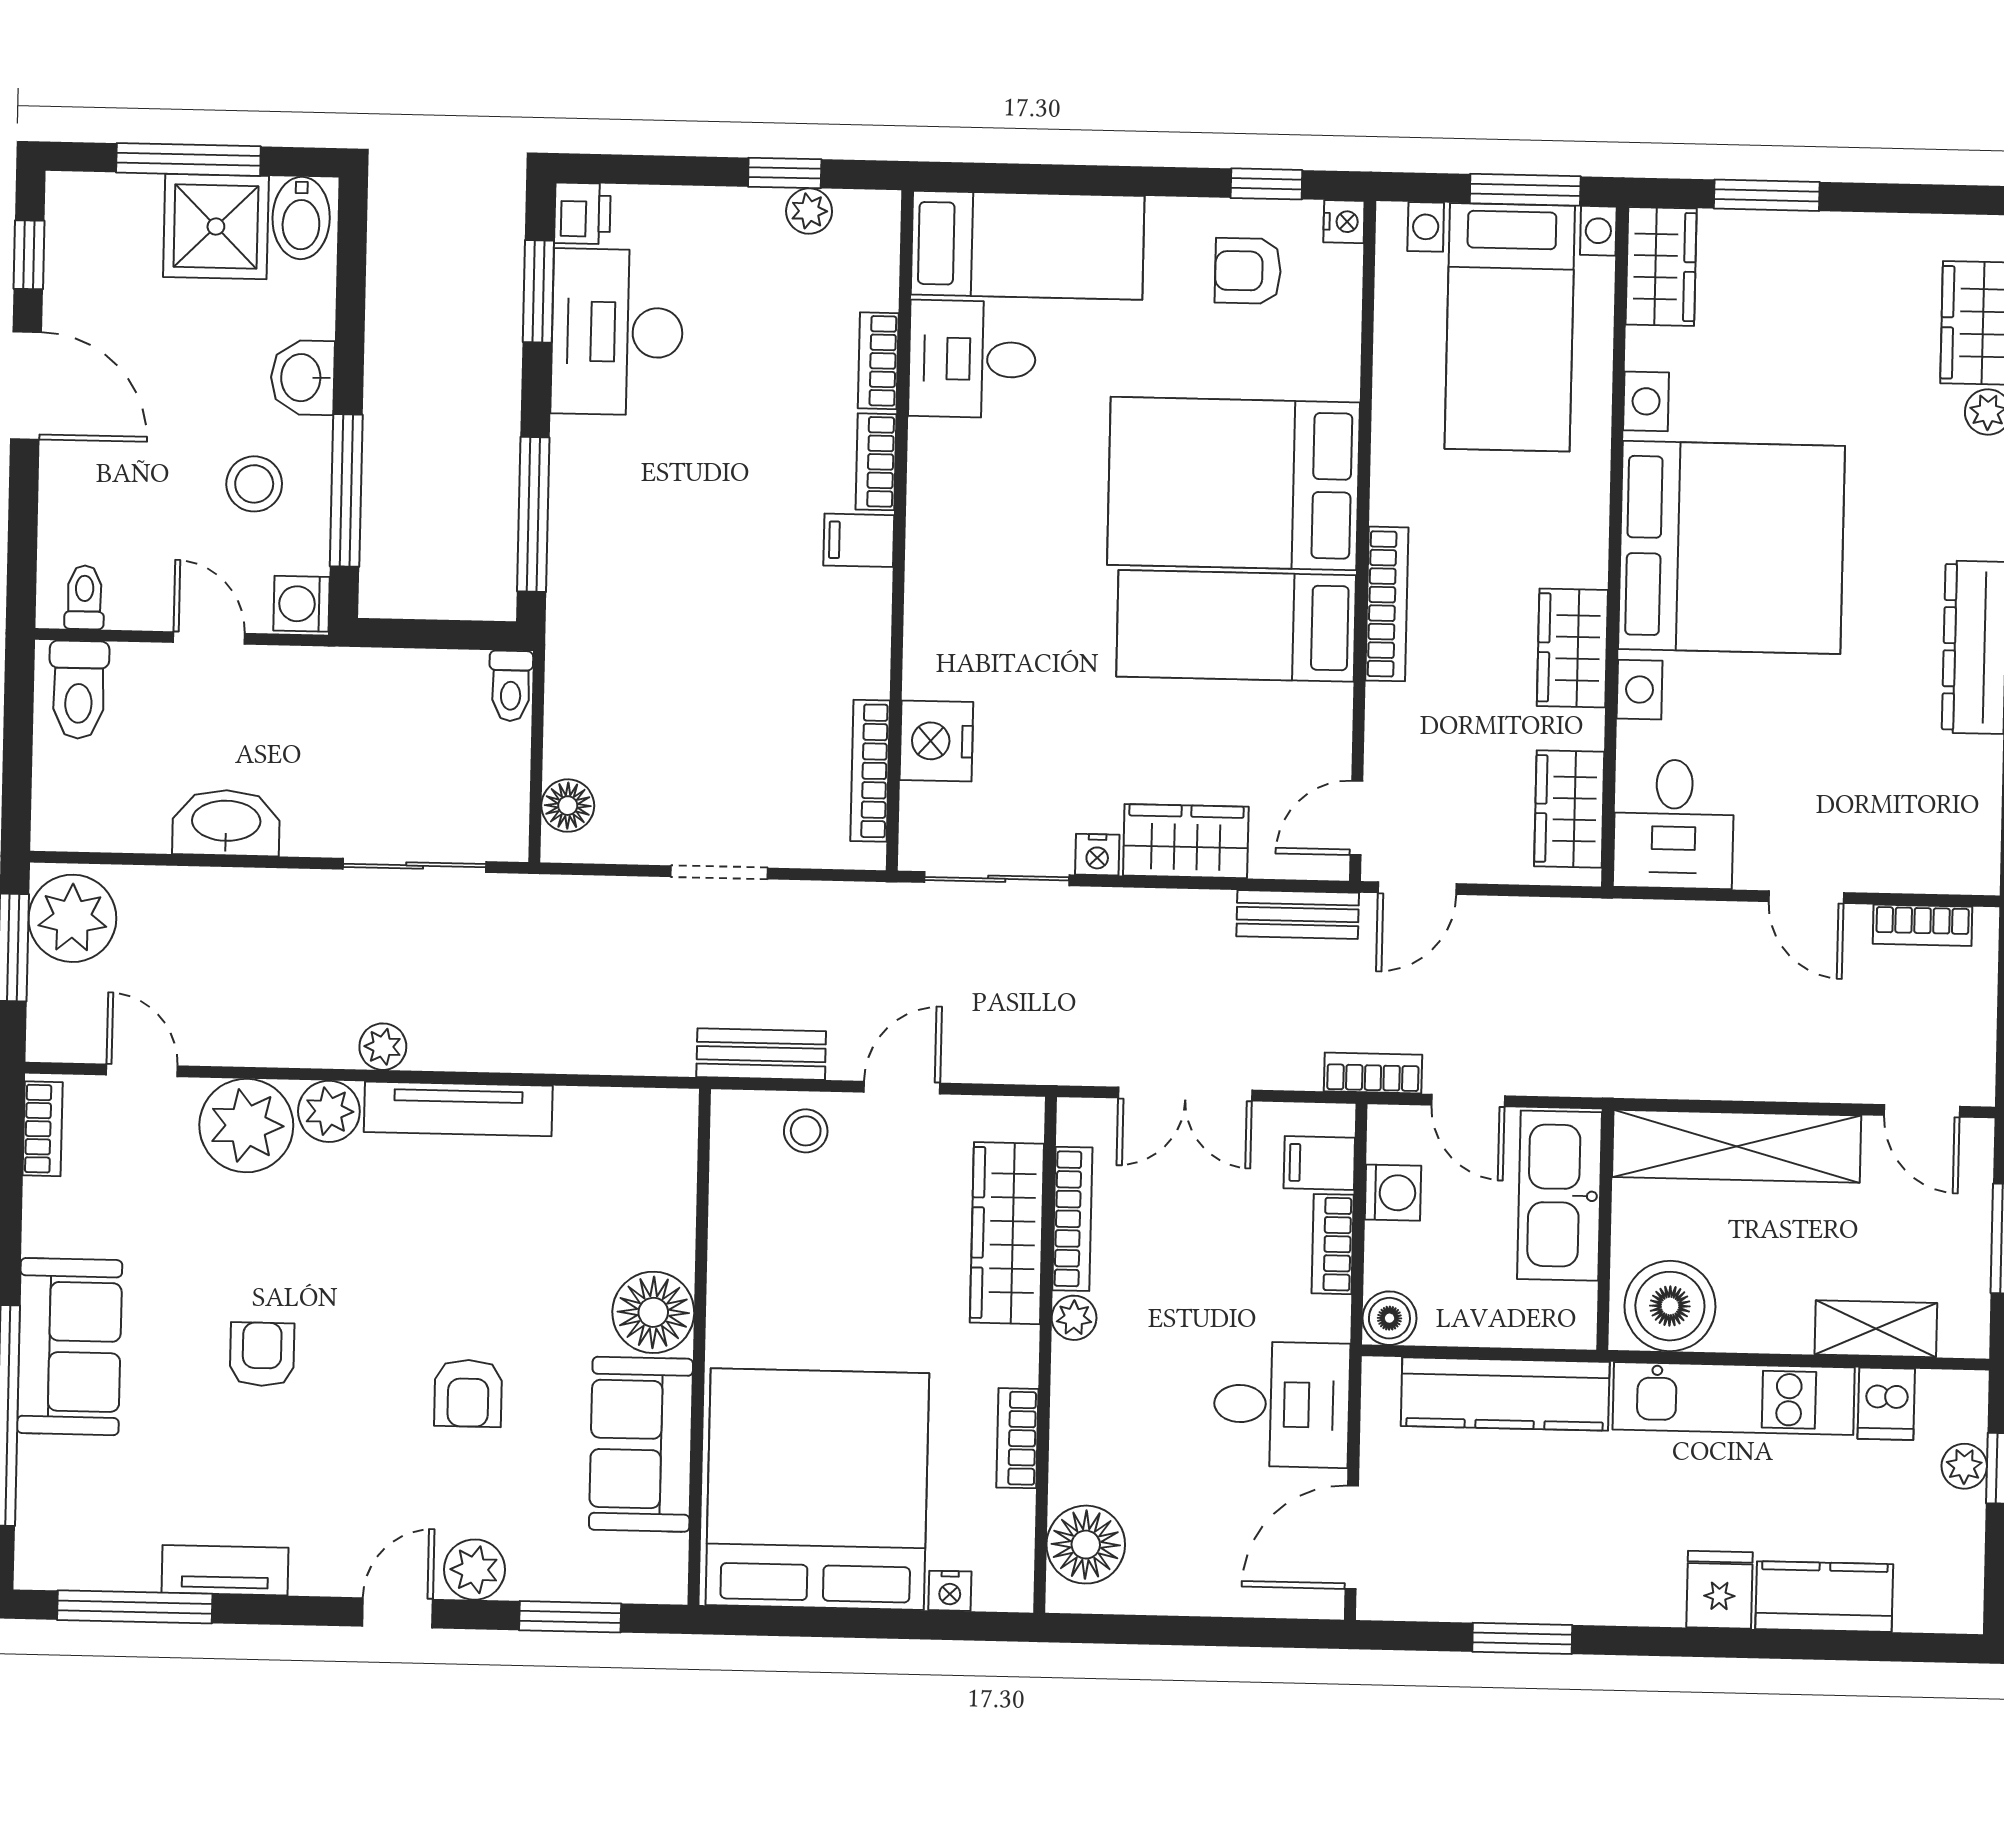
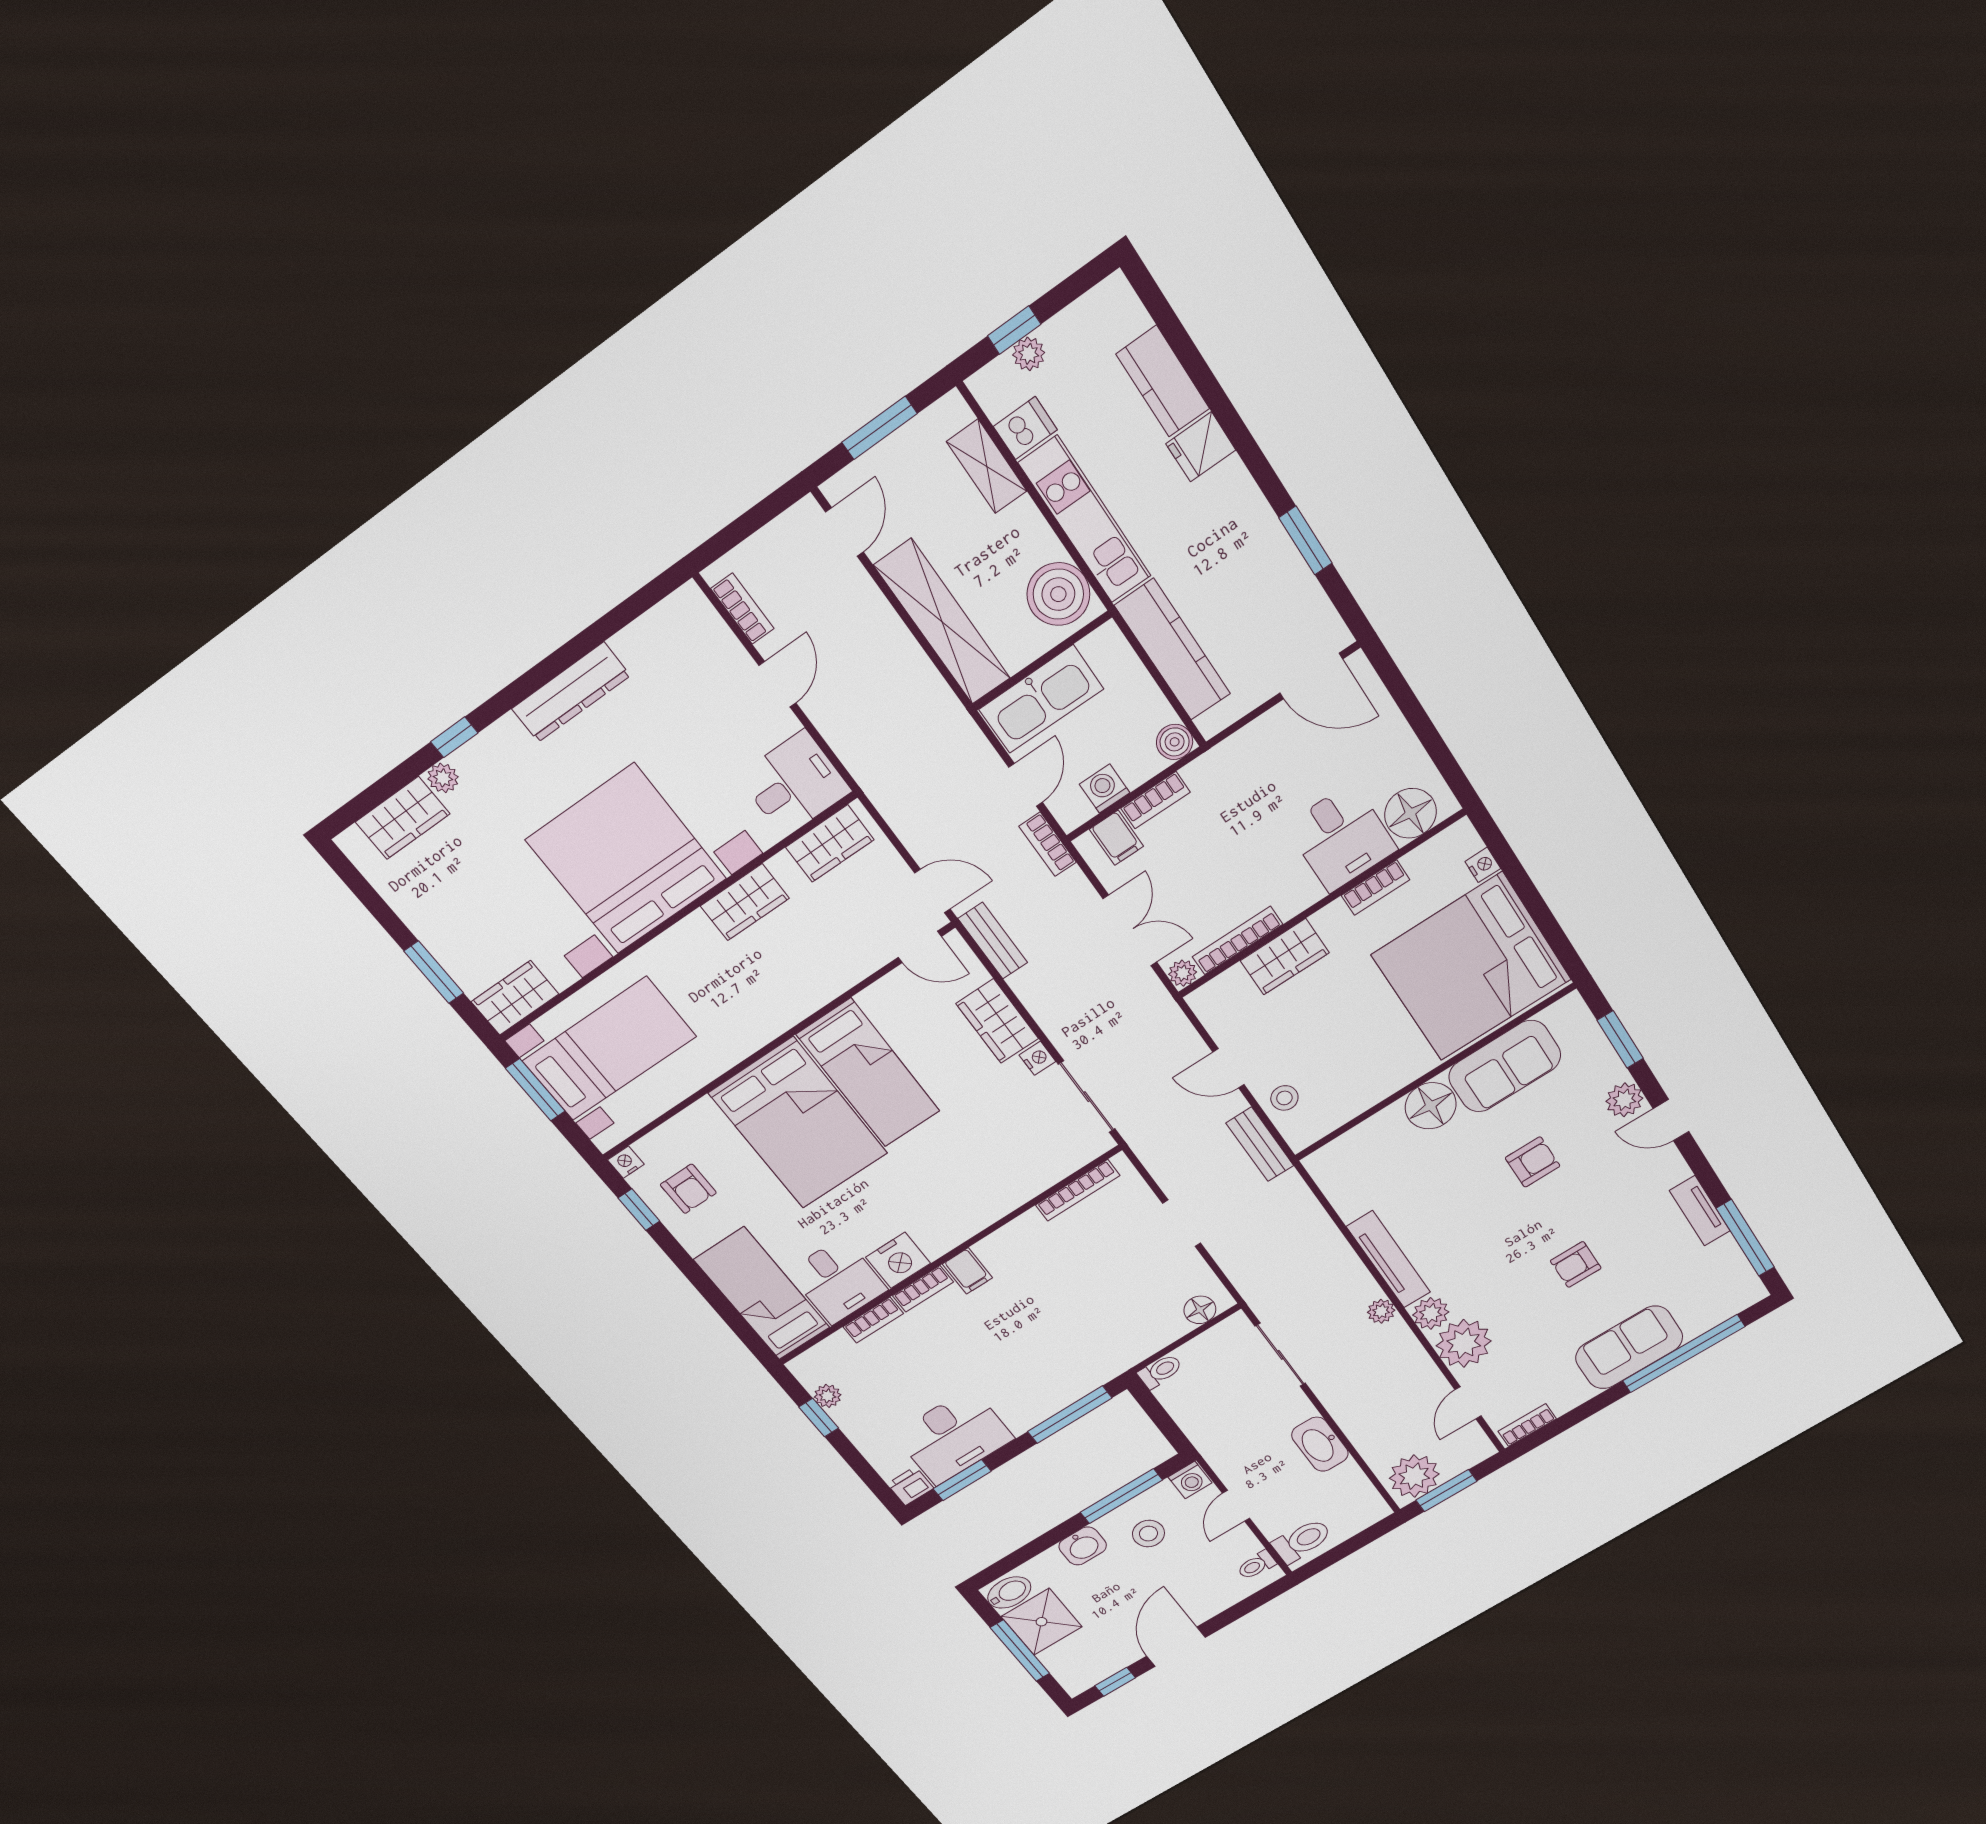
bookcase: (1387, 604) -> (798, 1009), removed
nightstand: (936, 741) -> (898, 1260), moved
wardrobe: (1007, 1233) -> (1285, 957), width x0.67
plant: (1074, 1318) -> (1183, 973), moved
desk: (1282, 1404) -> (1341, 837), moved, turned 180

